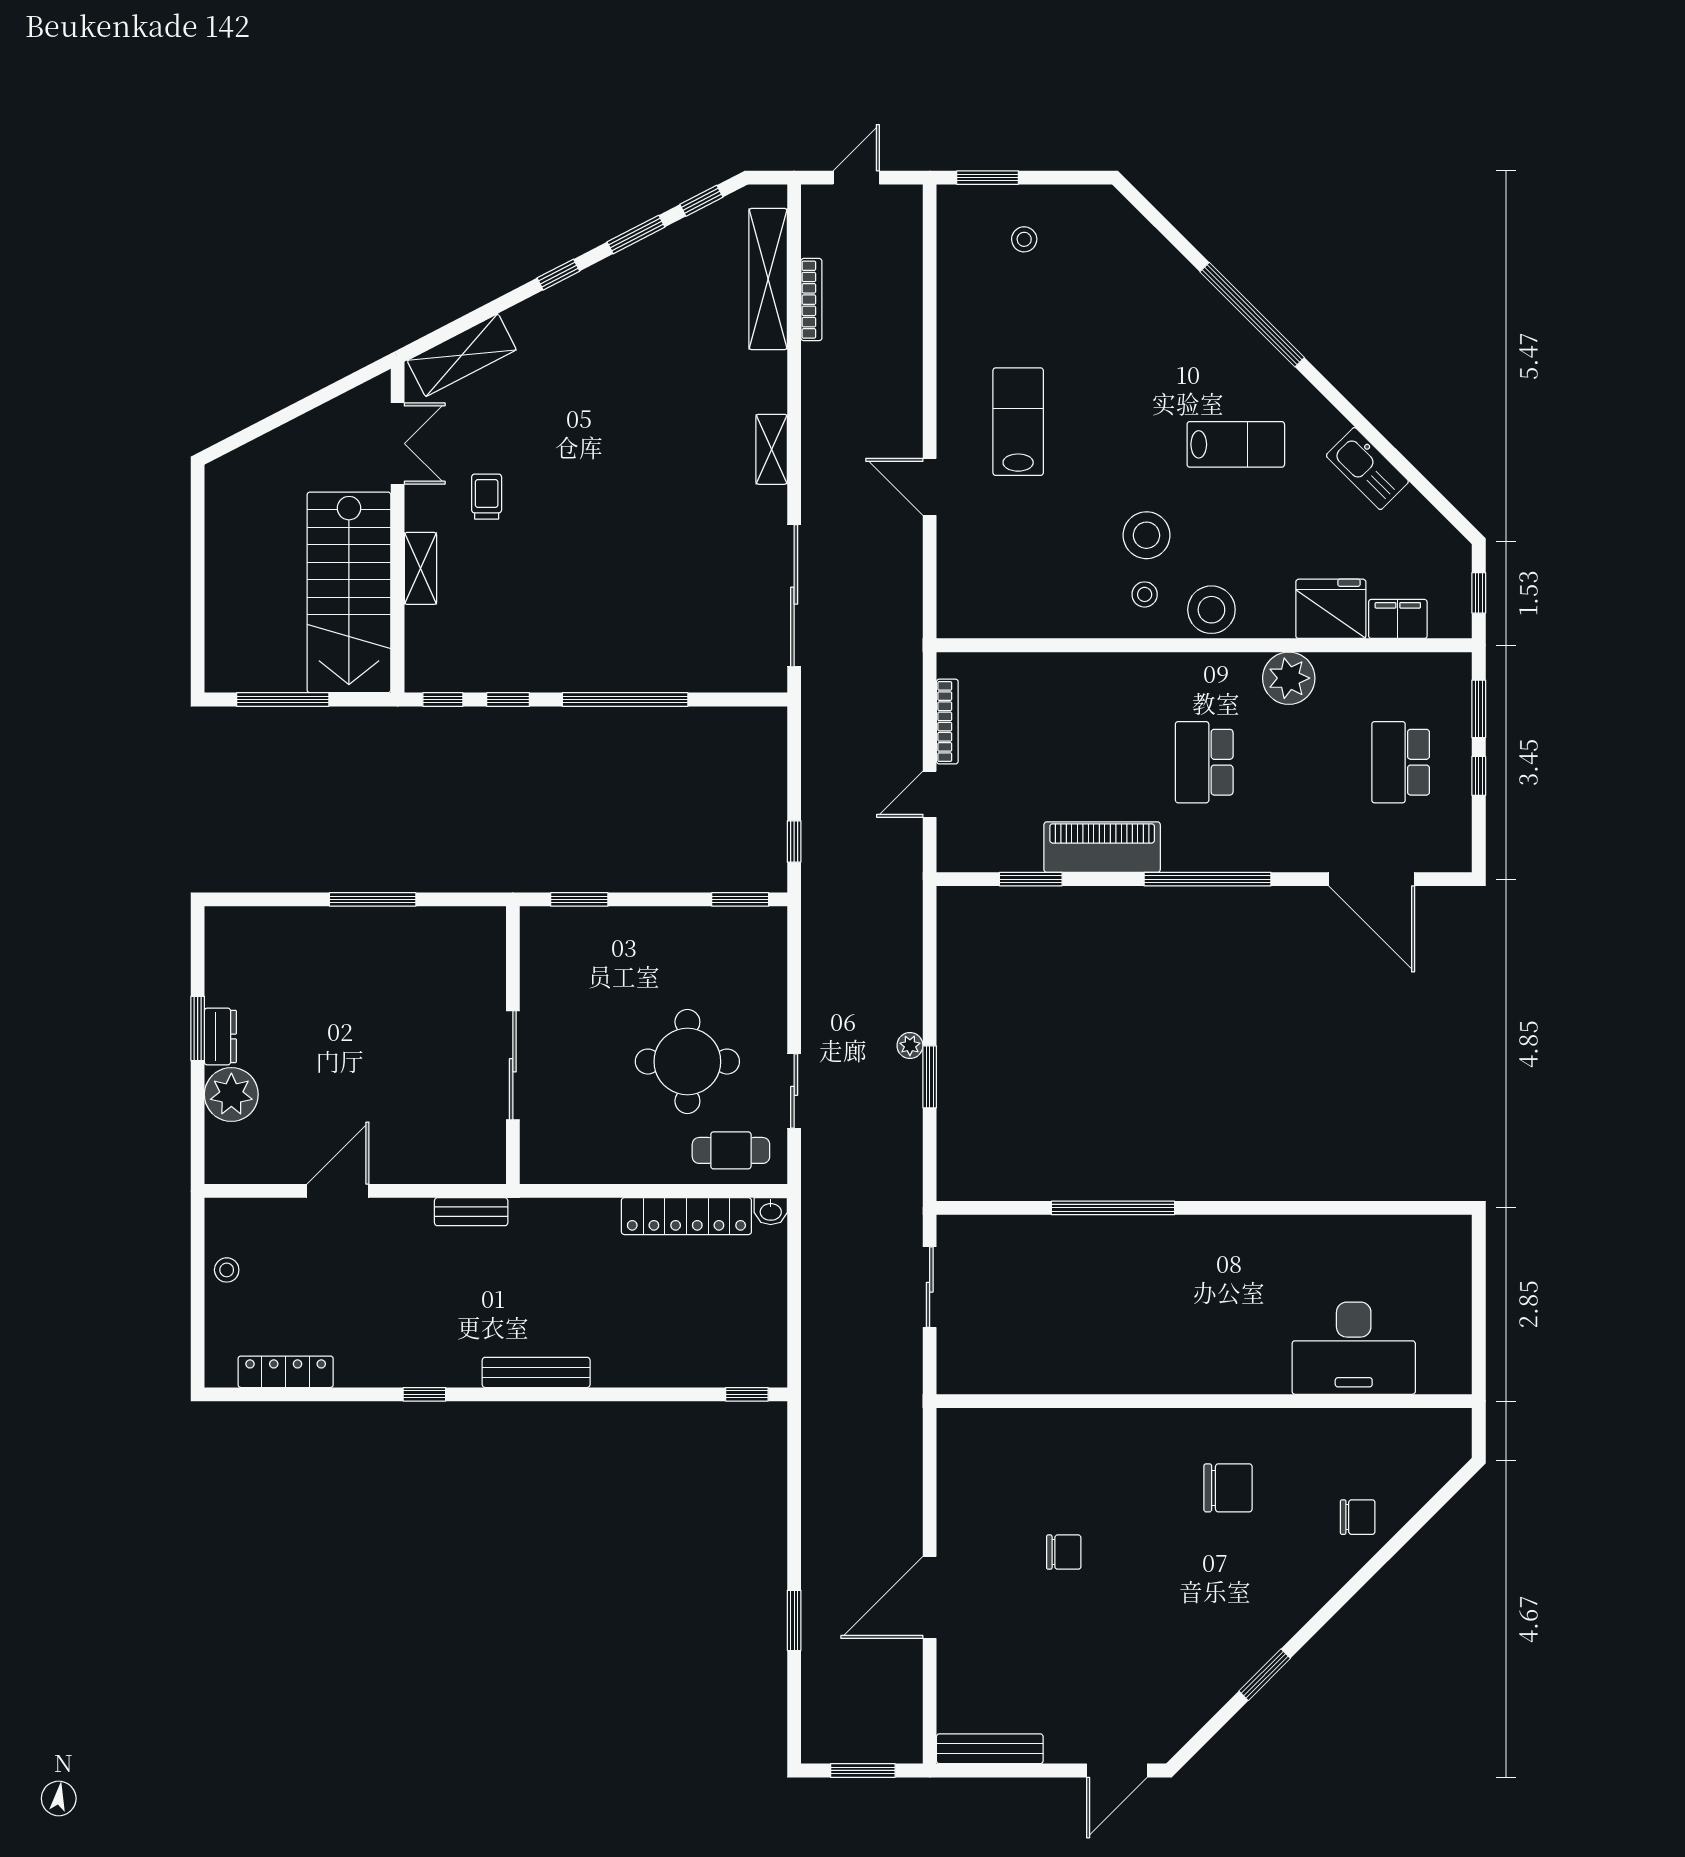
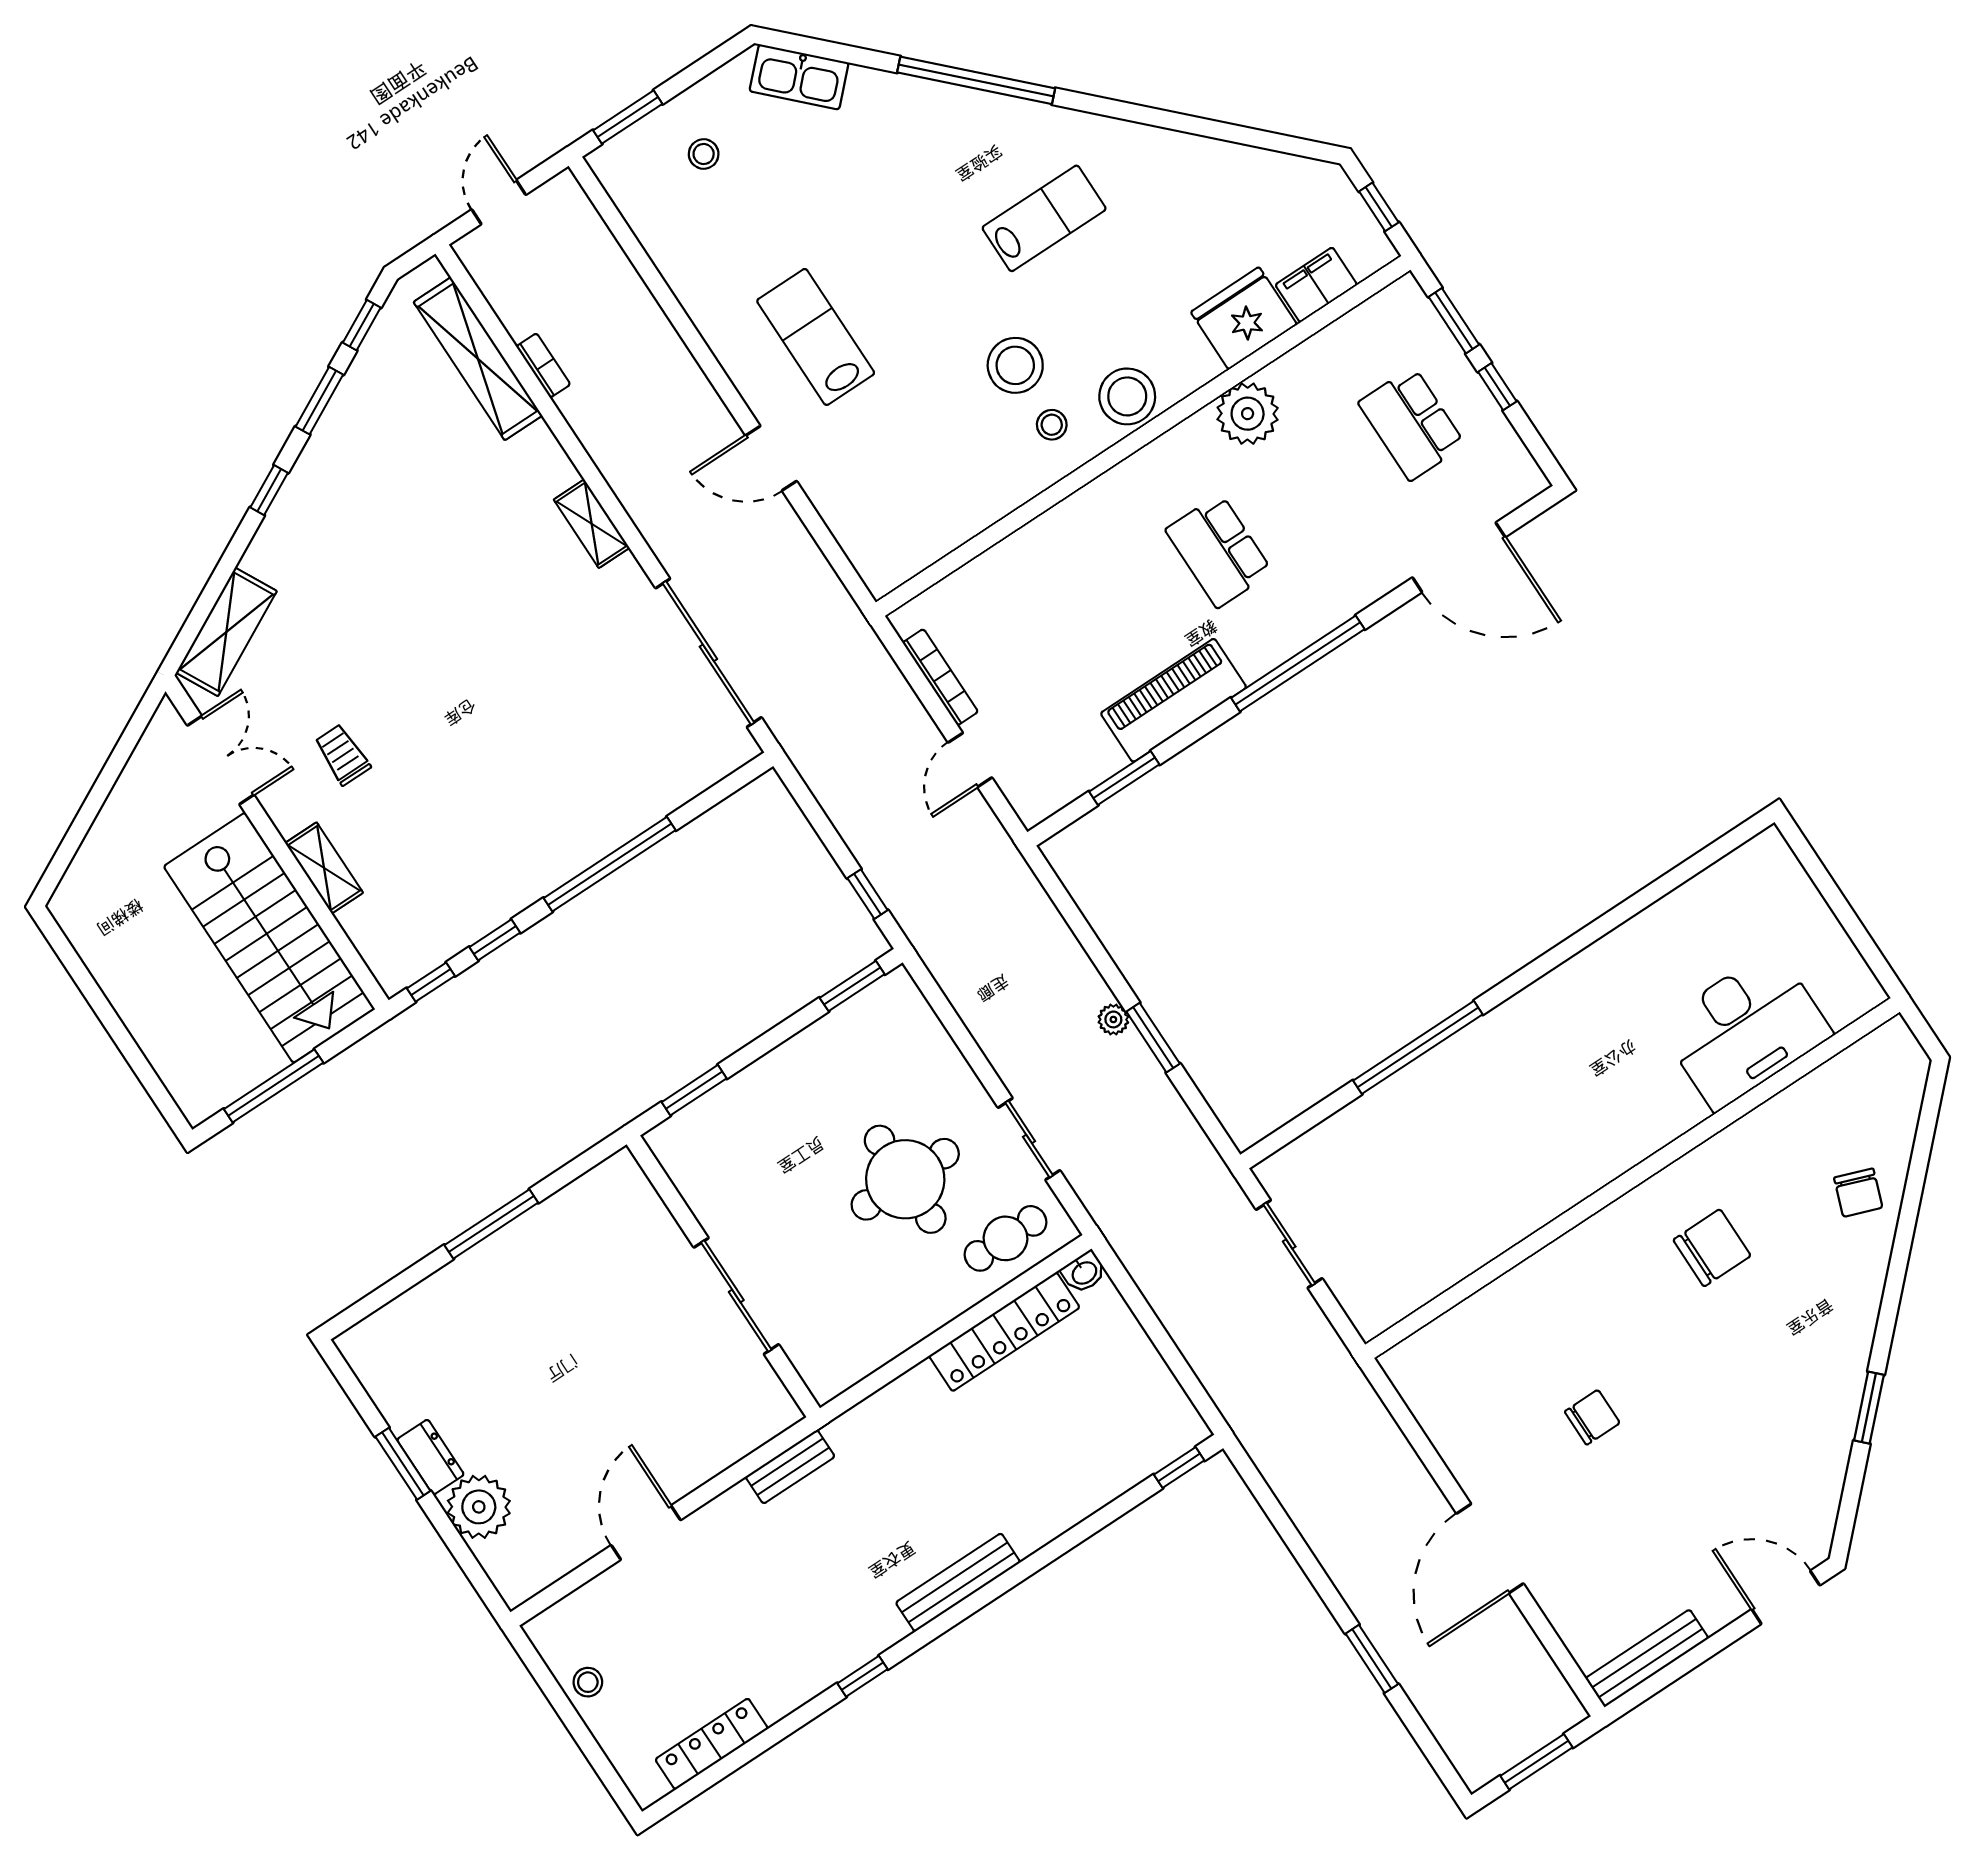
bookcase: (811, 300) -> (543, 365), width x0.64
kitchen sink: (1367, 469) -> (799, 77), moved
chair: (1358, 1517) -> (1858, 1193), turned 110
door: (1117, 1770) -> (1786, 1597), swing flipped

